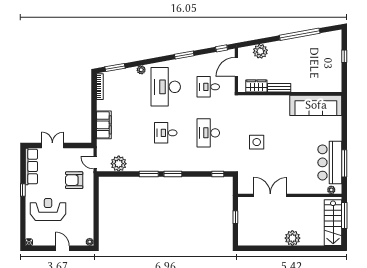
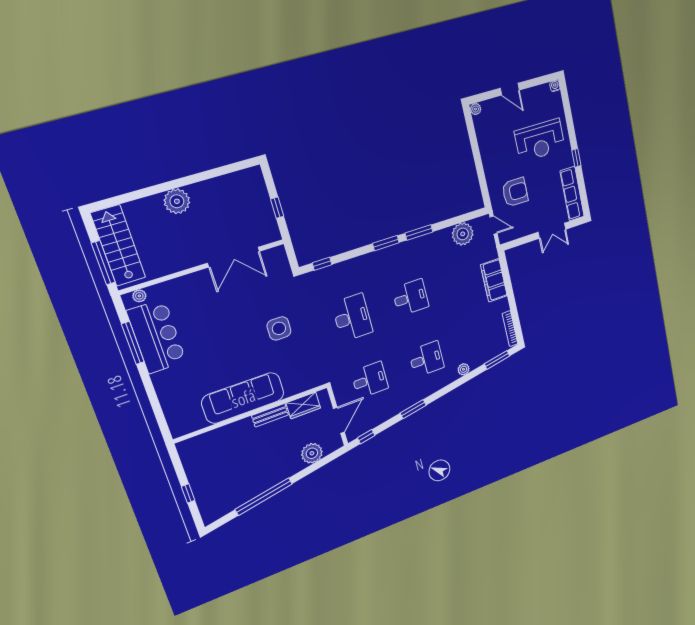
desk: (166, 87) -> (426, 359), width x0.53, depth x0.77
sofa: (316, 105) -> (243, 398), moved

